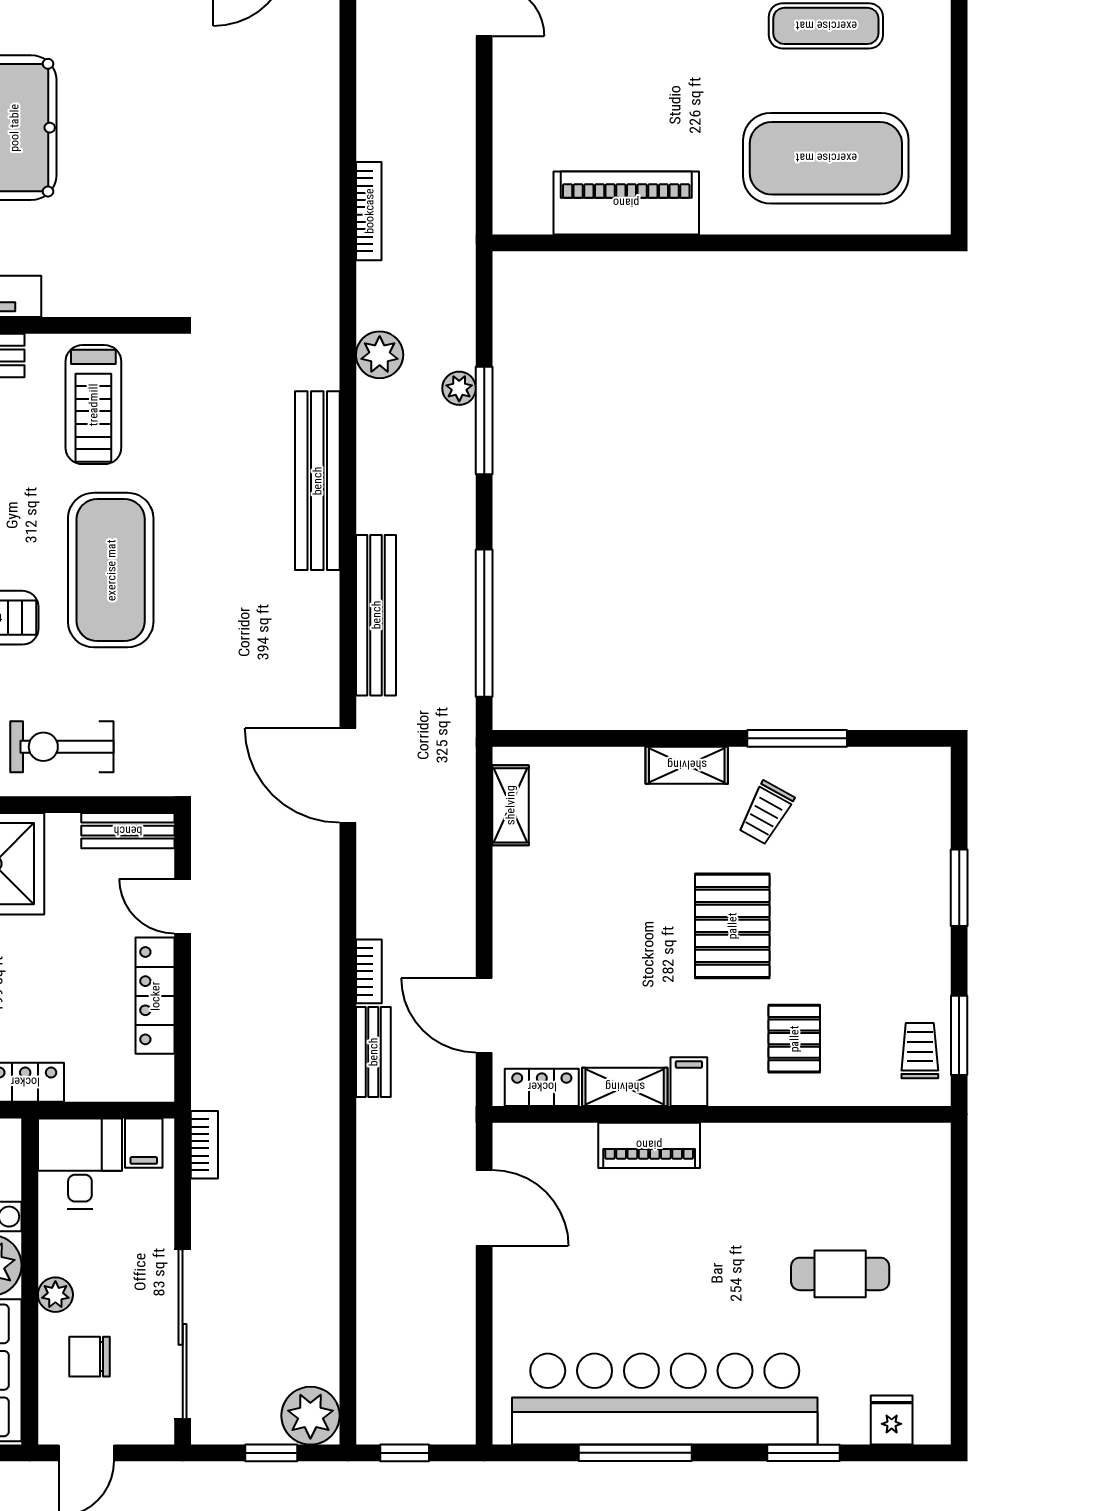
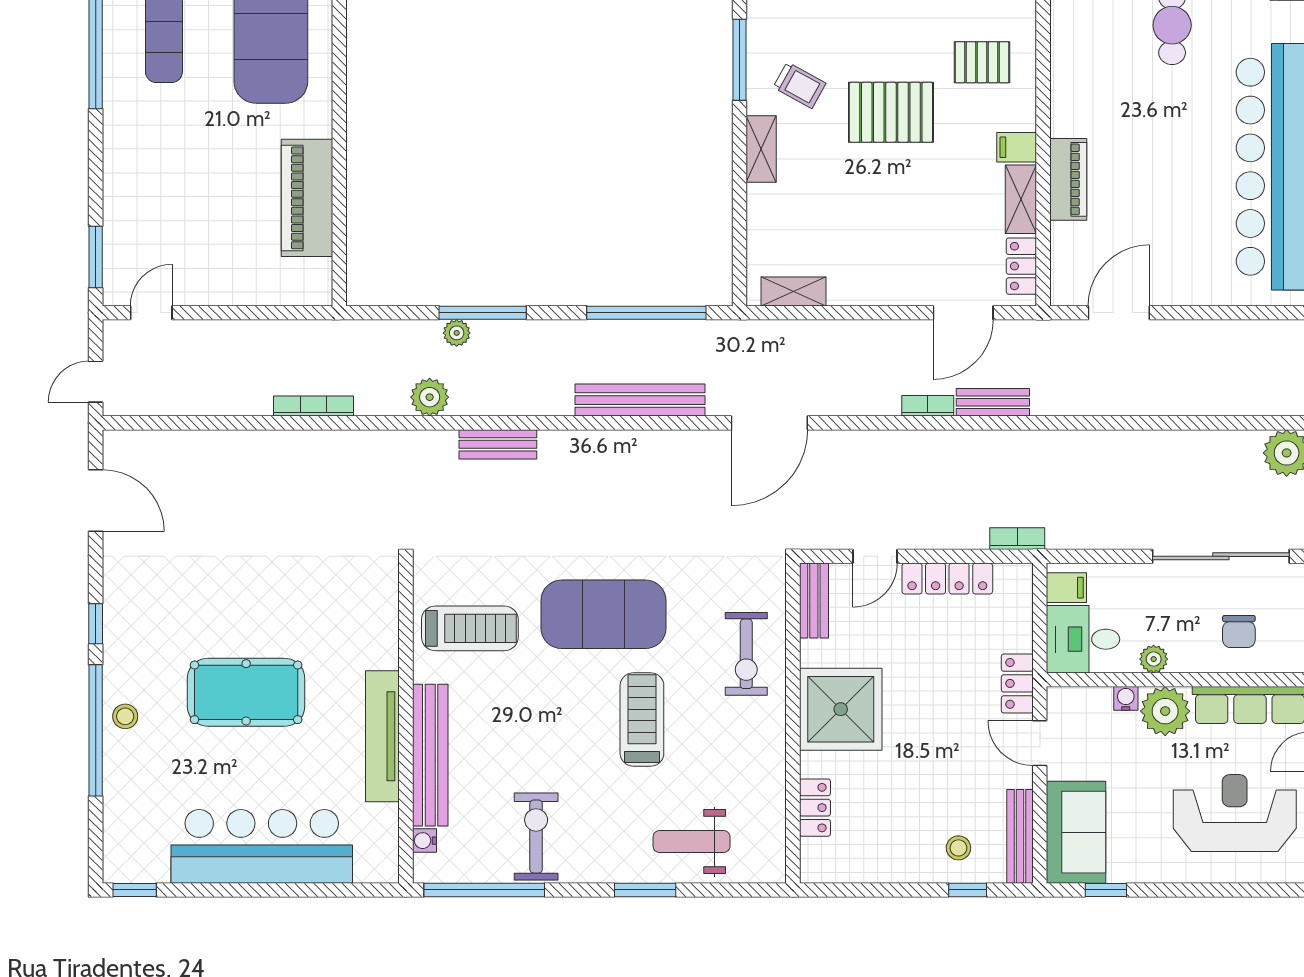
bench: (317, 481) -> (498, 444), width x0.54, depth x0.82
bookcase: (204, 1145) -> (1017, 539), moved
plant: (55, 1295) -> (1154, 659), moved

